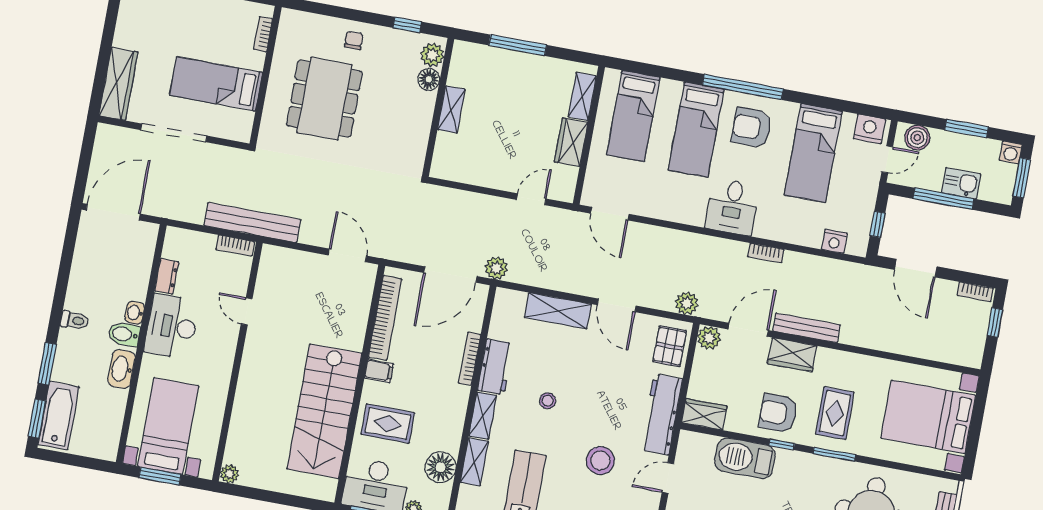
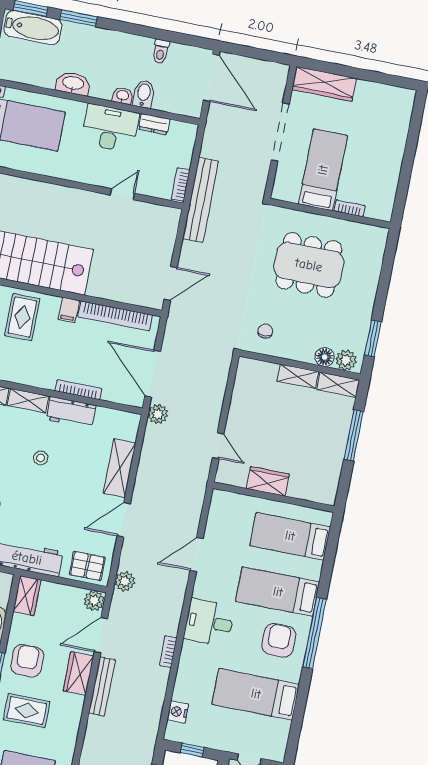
window: (407, 25) -> (373, 338), width x1.50
bookcase: (263, 34) -> (350, 208), moved
chair: (354, 40) -> (265, 331), moved, turned -90
shelving: (582, 96) -> (338, 385), moved
nightstand: (869, 129) -> (276, 744), removed
door: (610, 214) -> (197, 555), moved
toilet: (75, 320) -> (161, 51), moved
door: (748, 330) -> (101, 635), swing flipped
bidet: (124, 334) -> (144, 94), moved

